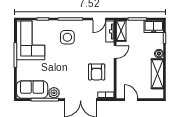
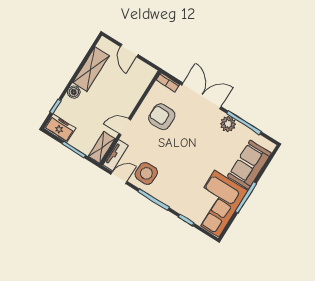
side table: (67, 37) -> (146, 173), moved
armchair: (97, 72) -> (162, 117), turned -90
sofa: (32, 89) -> (249, 165), moved, turned 90
door: (131, 100) -> (129, 50), moved

